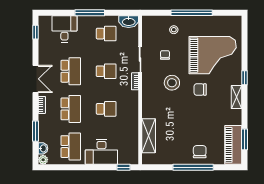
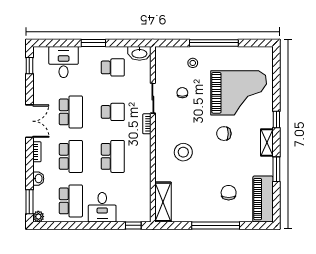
window: (90, 13) -> (93, 43), width x0.69
stool: (172, 83) -> (183, 152), moved
school desk: (106, 109) -> (113, 156), width x1.85
window: (36, 131) -> (29, 202), moved
shelving: (149, 136) -> (163, 202), moved
window: (245, 139) -> (276, 169), moved
washbasin: (43, 148) -> (38, 179), moved
desk: (101, 152) -> (102, 207), width x0.73
chair: (200, 152) -> (229, 193), moved

